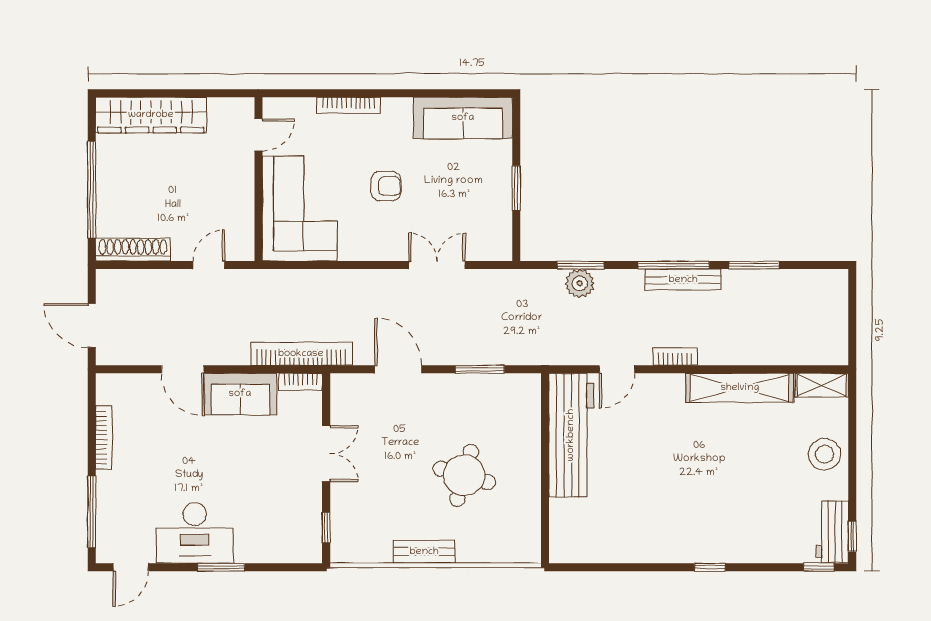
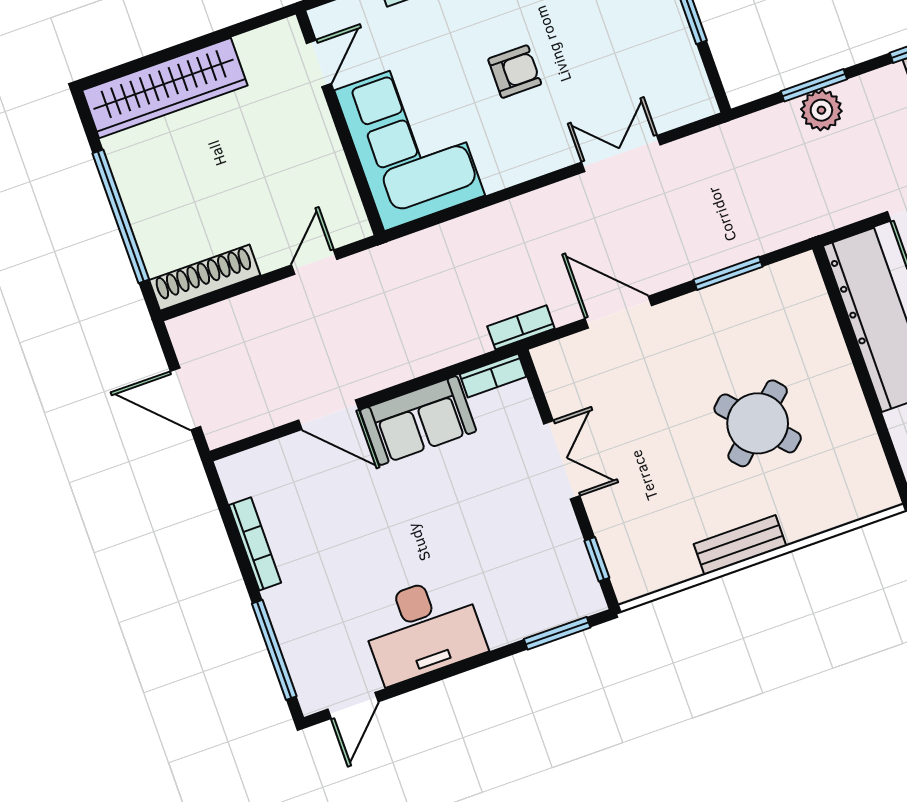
bookcase: (301, 354) -> (521, 327), width x0.43, depth x0.76
round table: (464, 475) -> (758, 423), turned 32
window: (221, 567) -> (557, 633), moved

